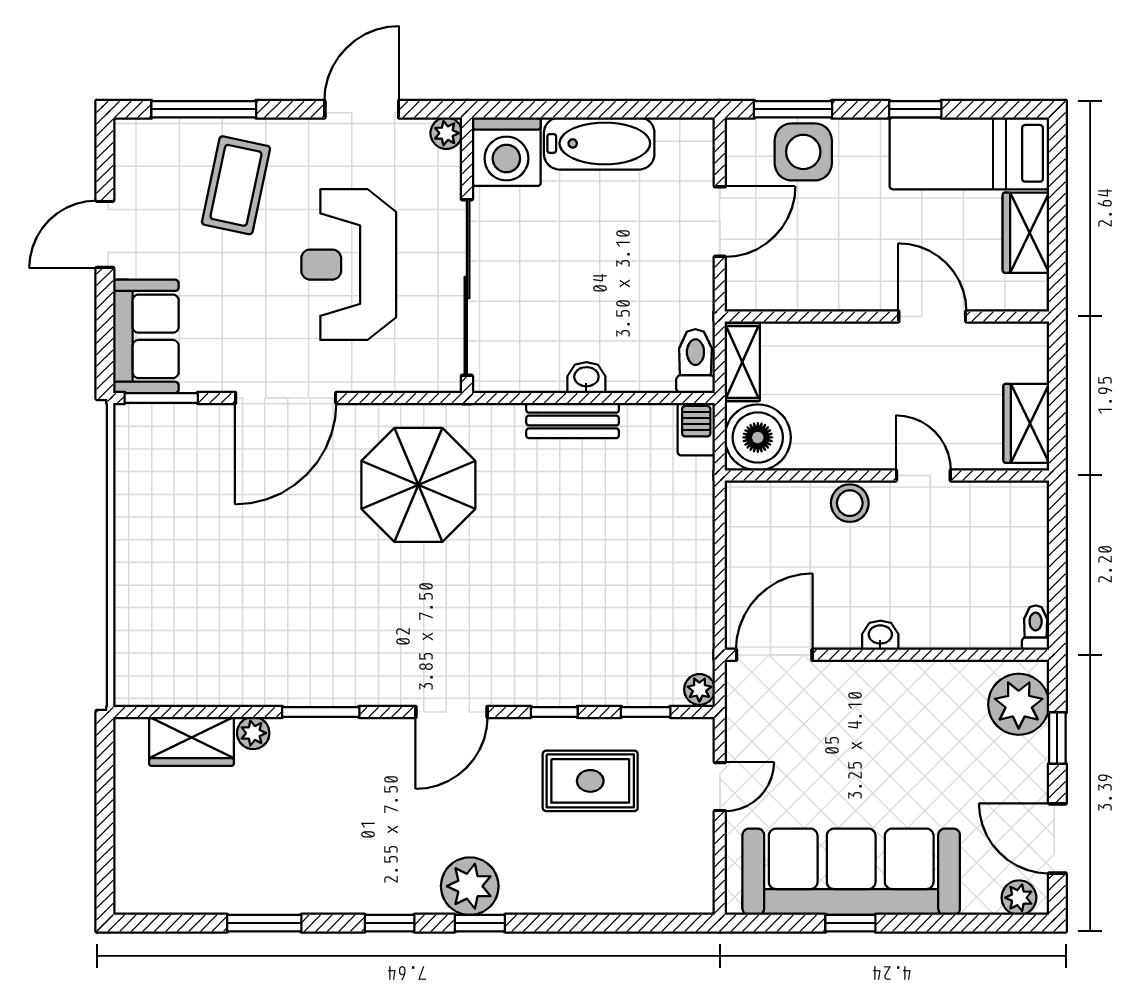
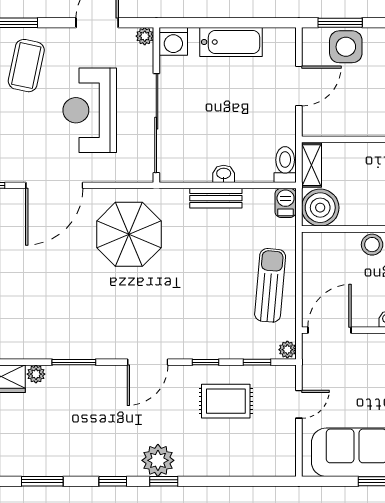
washing machine: (506, 152) -> (173, 41), width x0.73, depth x0.73
sun lounger: (669, 575) -> (270, 285), added

